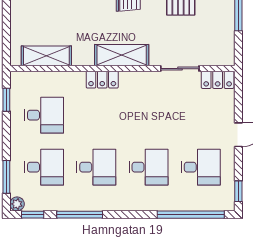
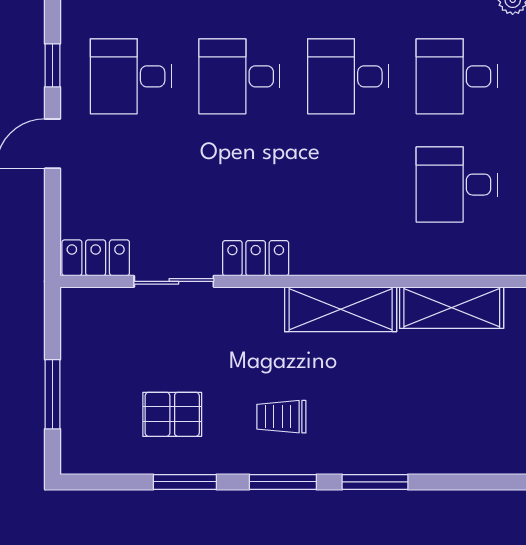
shelving: (122, 55) -> (341, 309), moved
locker: (102, 80) -> (256, 258), moved
window: (238, 191) -> (53, 65), moved

